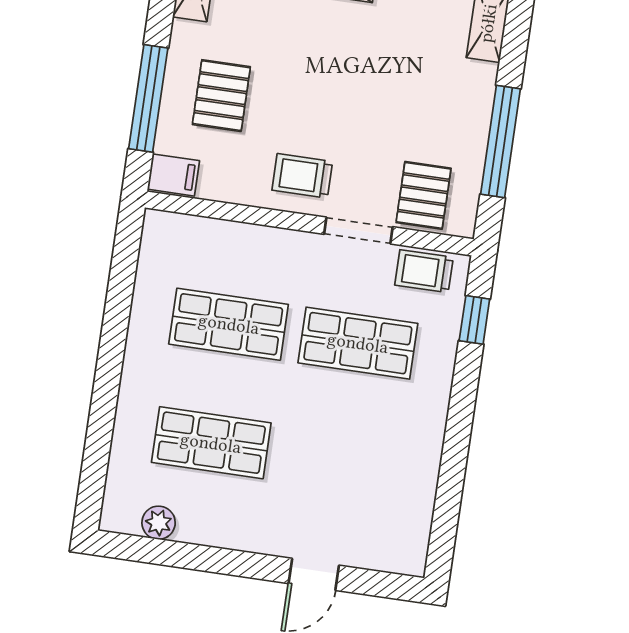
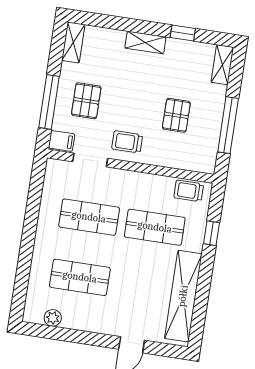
pallet: (424, 195) -> (176, 115), moved
doorway: (358, 231) -> (90, 160), moved
window: (474, 320) -> (212, 233), moved
shelving: (415, 478) -> (183, 296), added

